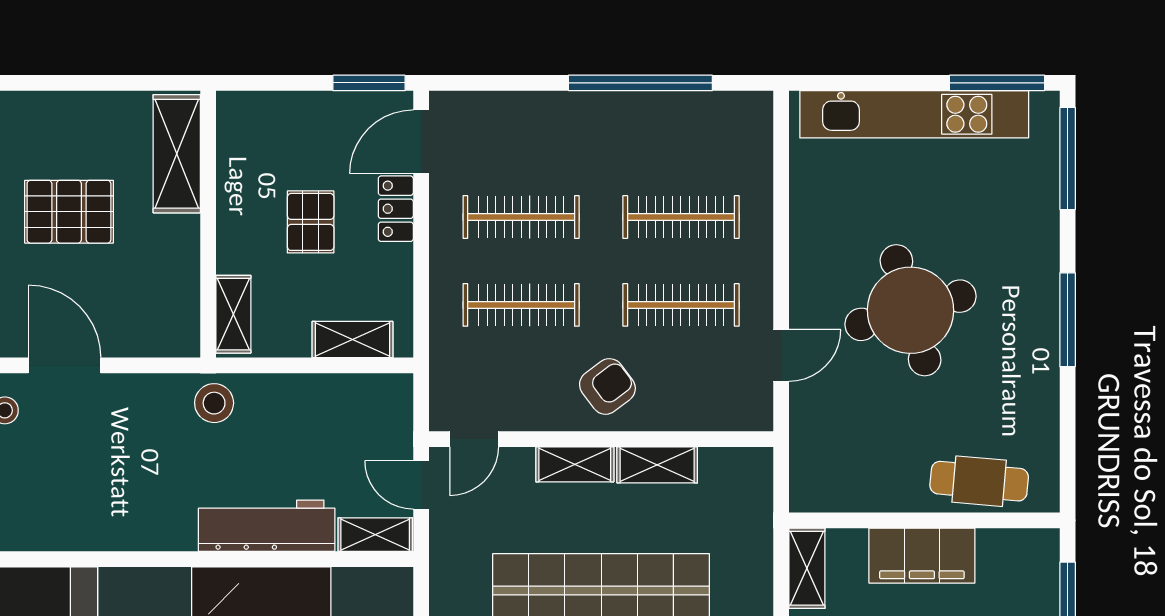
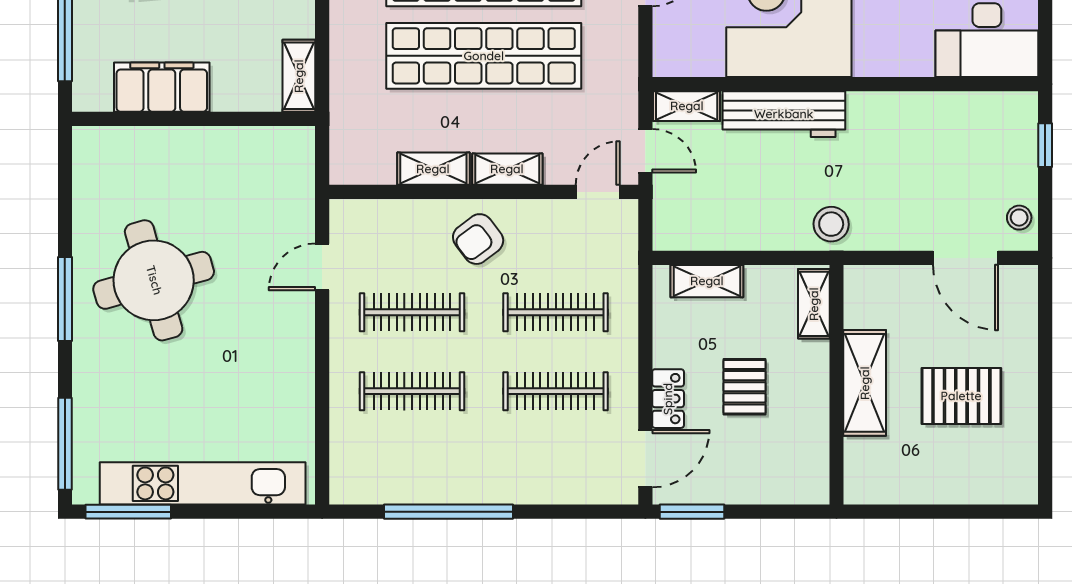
shelving: (177, 154) -> (865, 383), moved
round table: (910, 310) -> (154, 280), moved
cafe table: (979, 481) -> (144, 154), removed
filing cabinet: (922, 556) -> (162, 87), moved

